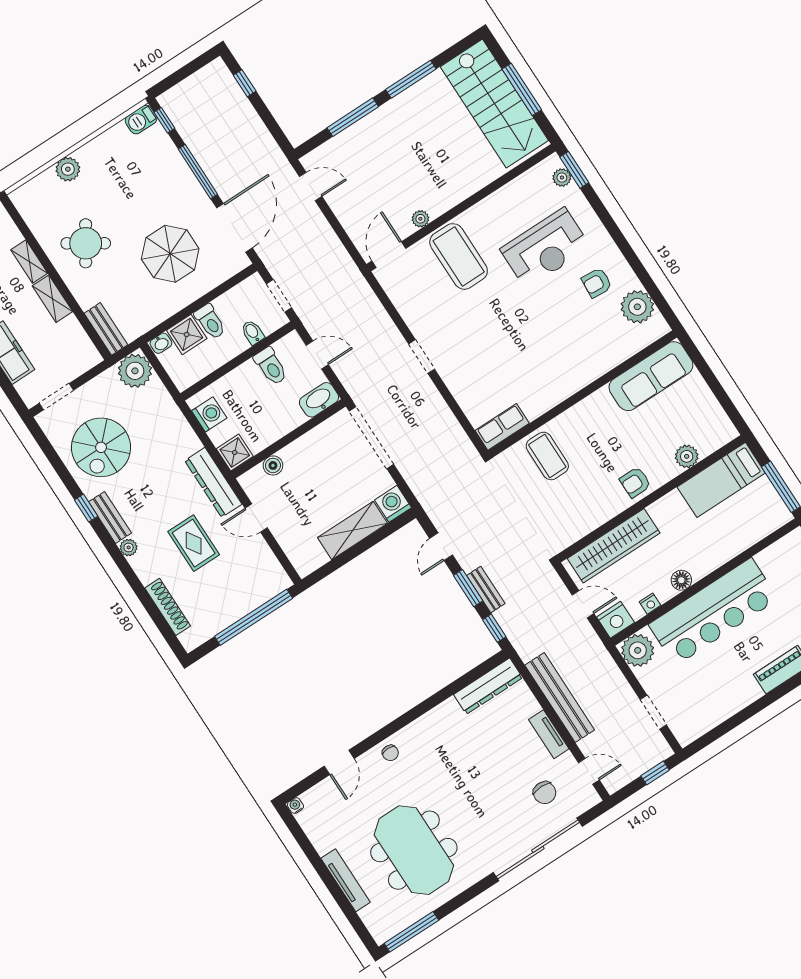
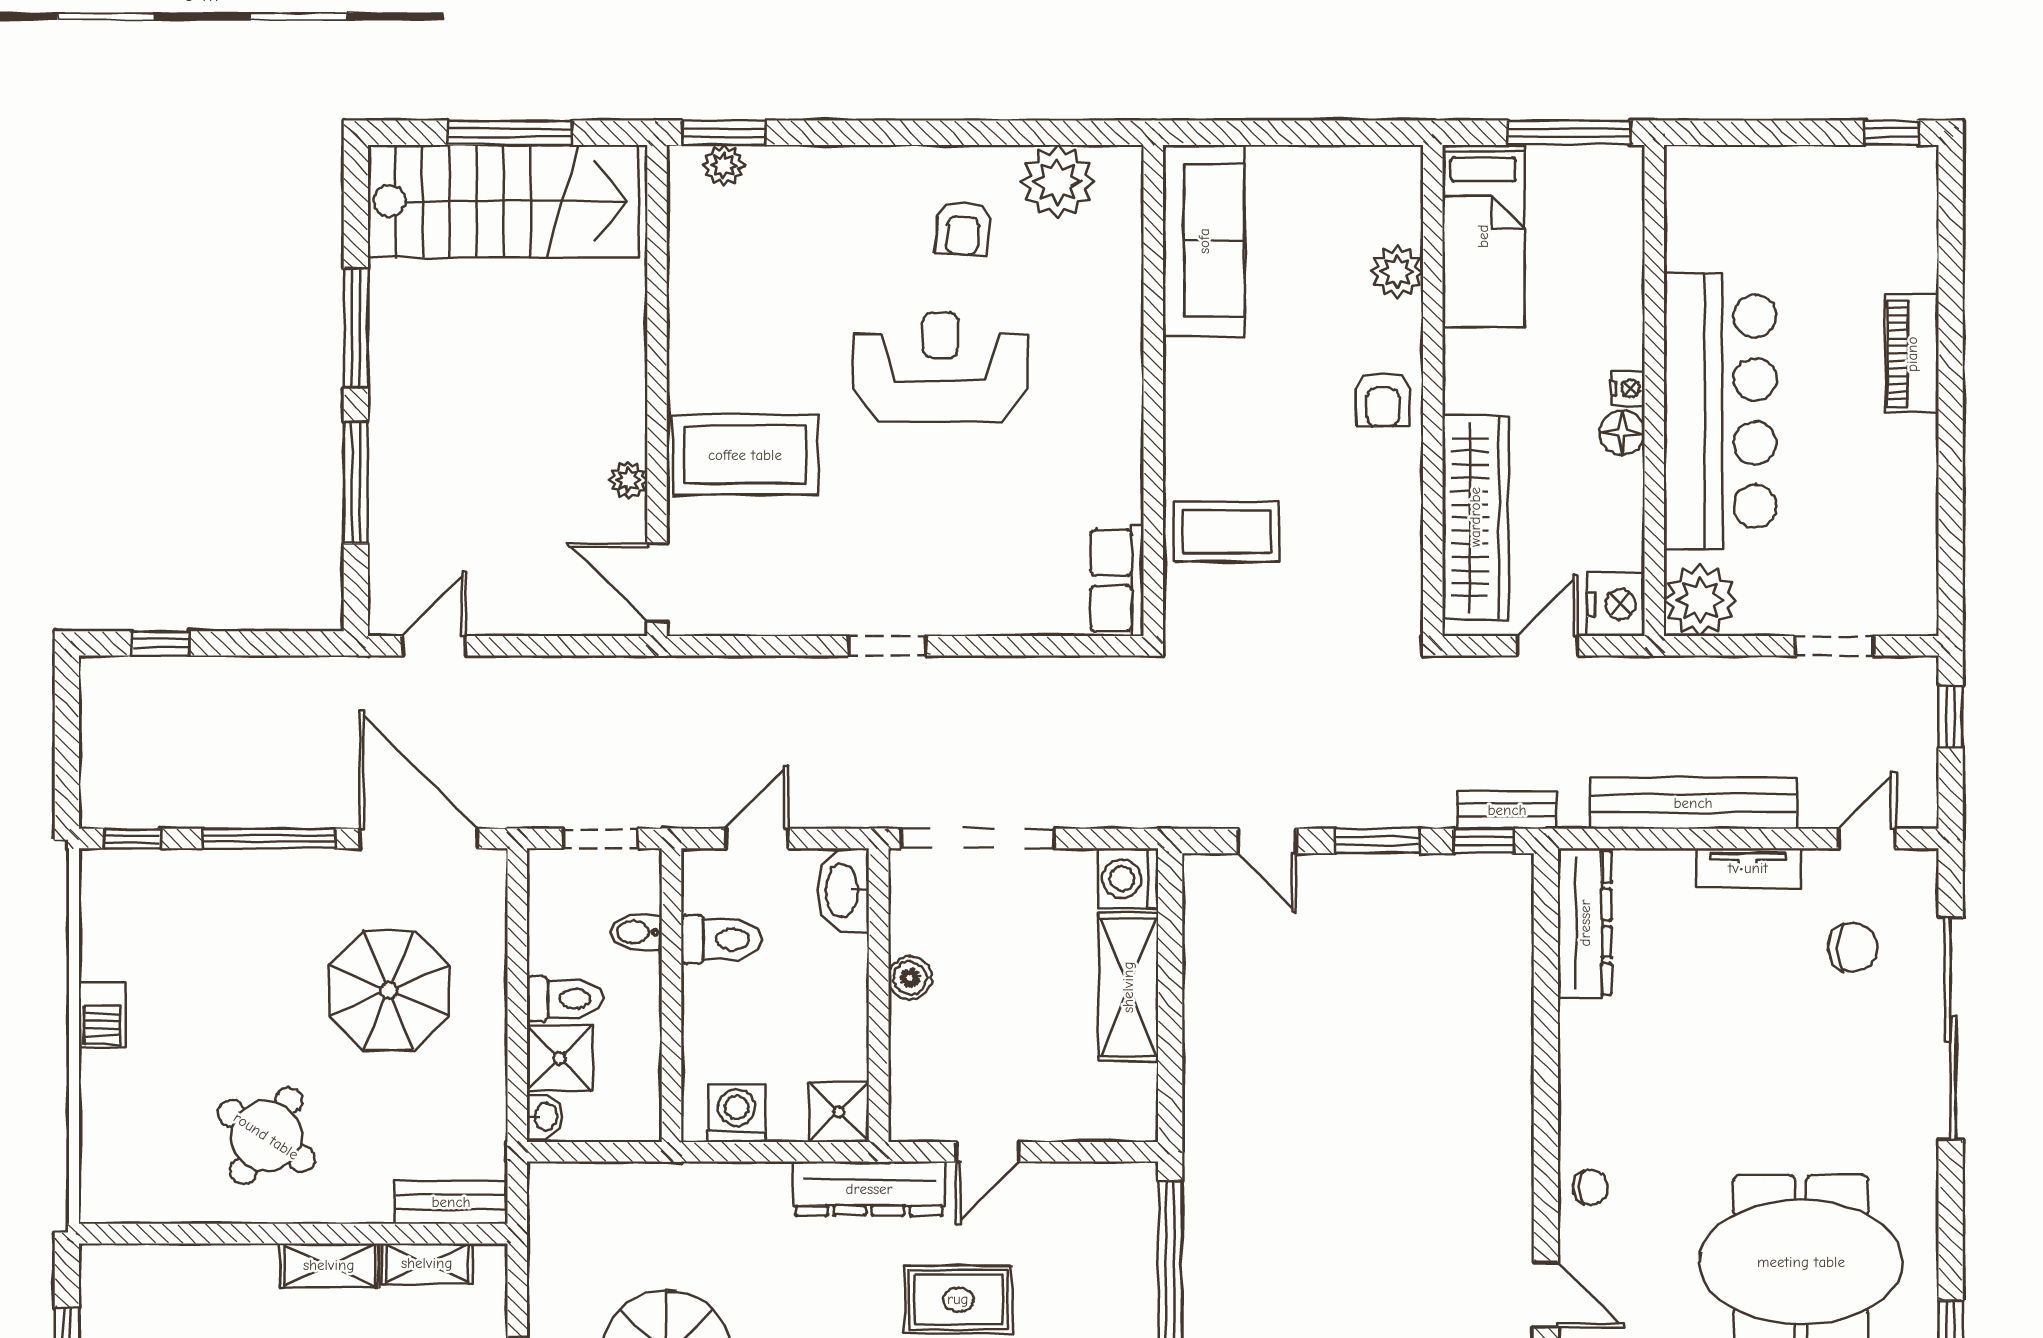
barbecue: (141, 120) -> (102, 1015), moved
plant: (68, 169) -> (106, 1079), removed
reception desk: (545, 248) -> (940, 367), moved, turned -90
shelving: (29, 261) -> (427, 1263), moved
plant: (135, 371) -> (565, 1199), removed
boiler: (273, 465) -> (910, 978), moved
bench: (486, 590) -> (1507, 810), moved
nightstand: (650, 604) -> (1628, 388), moved

